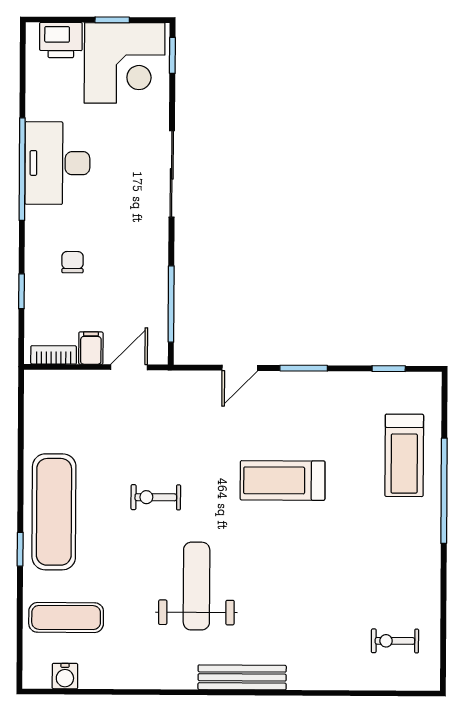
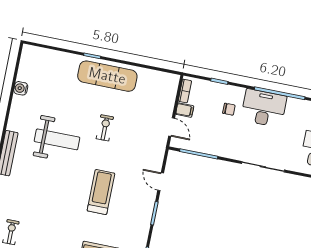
desk: (57, 163) -> (264, 108), moved
exercise mat: (66, 618) -> (54, 72), removed
water cooler: (65, 676) -> (21, 88), moved

